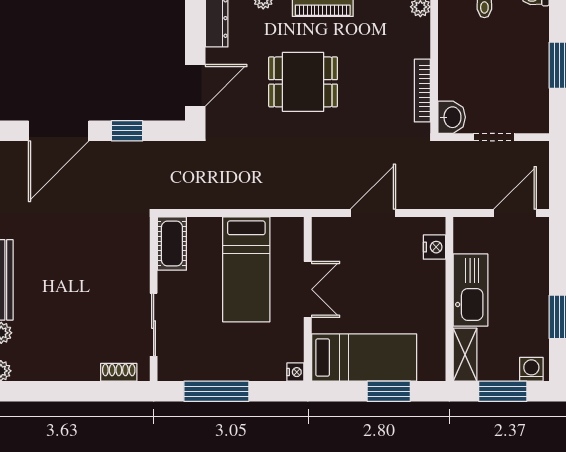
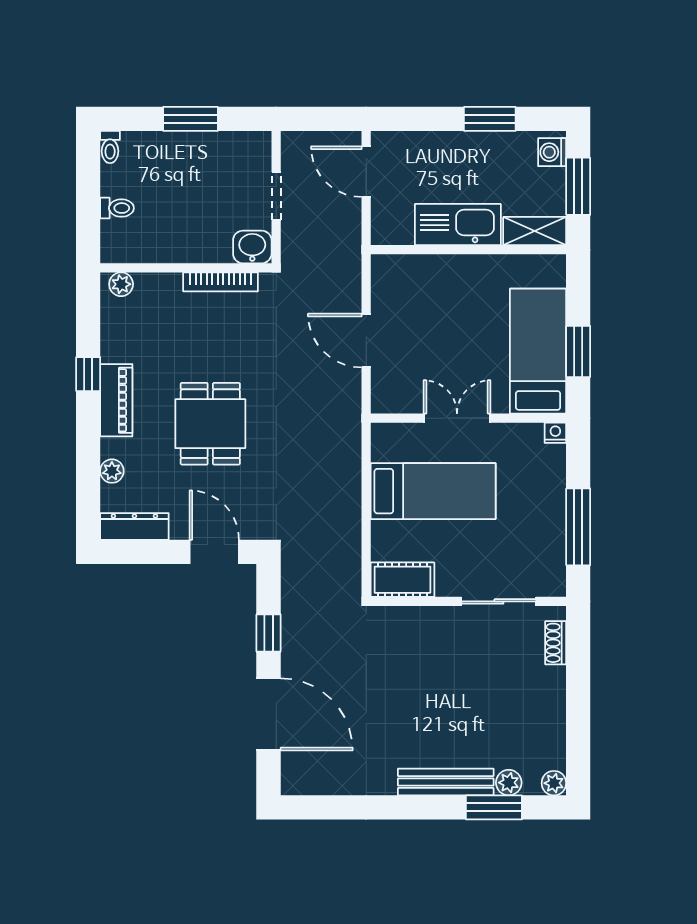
nightstand: (434, 247) -> (407, 267), removed
window: (389, 391) -> (578, 351), moved

